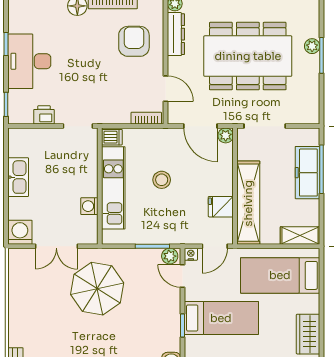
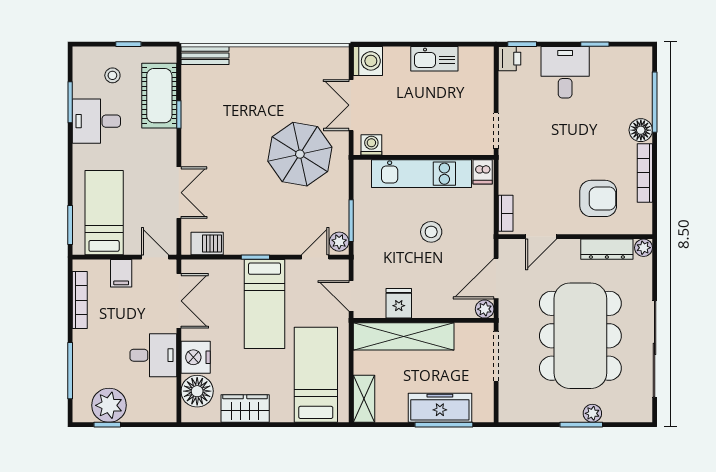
desk: (29, 61) -> (565, 72), width x0.73
printer: (44, 115) -> (509, 59), moved
washing machine: (89, 206) -> (371, 145), moved
nightstand: (191, 254) -> (341, 267), removed

